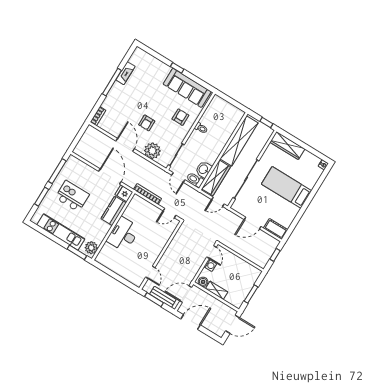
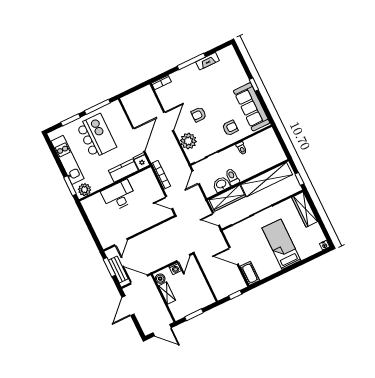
toilet: (195, 180) -> (232, 177), moved
kitchen island: (72, 196) -> (96, 136), width x1.37, depth x1.28
door: (191, 322) -> (128, 306), swing flipped

